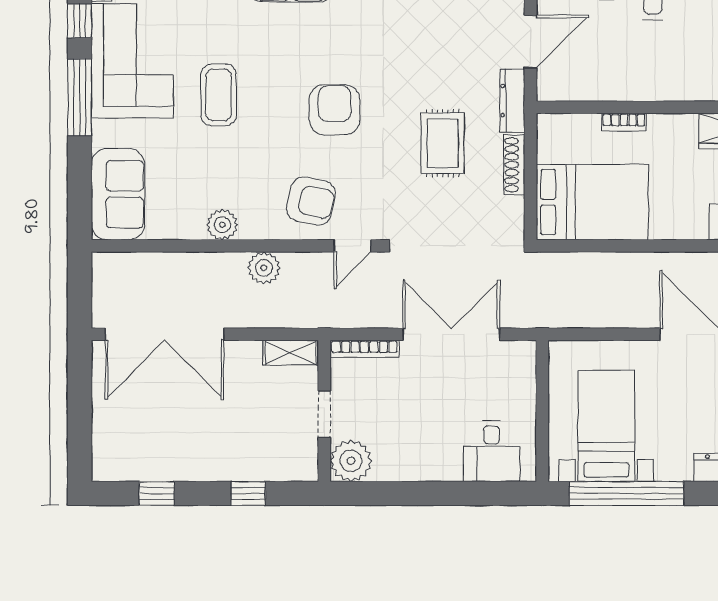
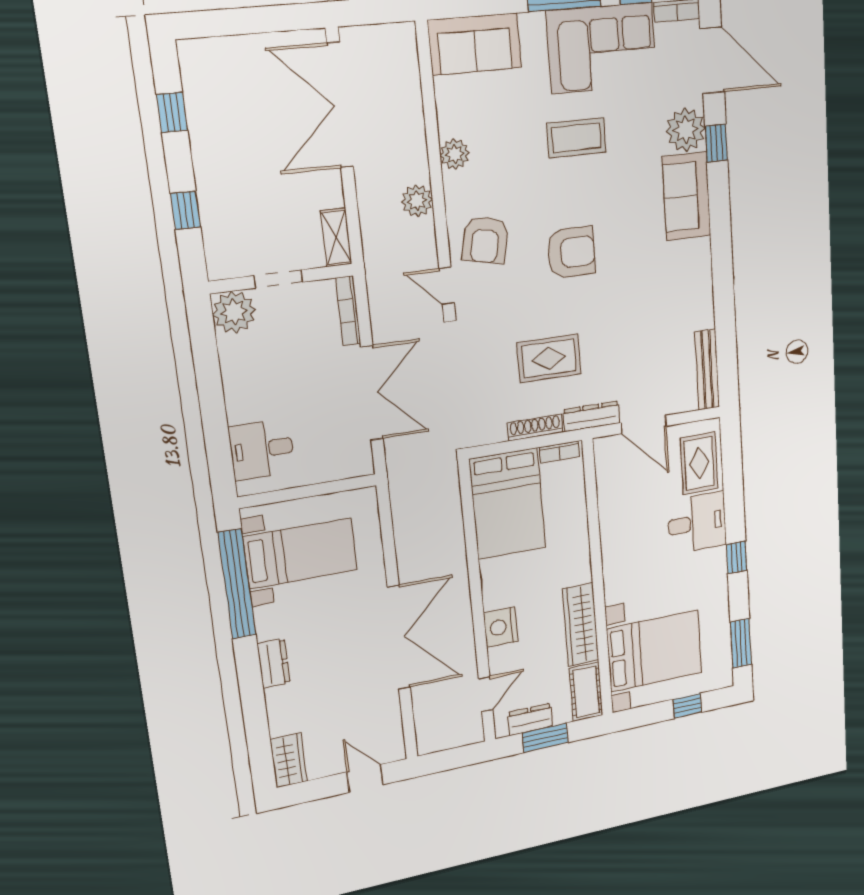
bookcase: (624, 122) -> (559, 452), moved, turned -90

